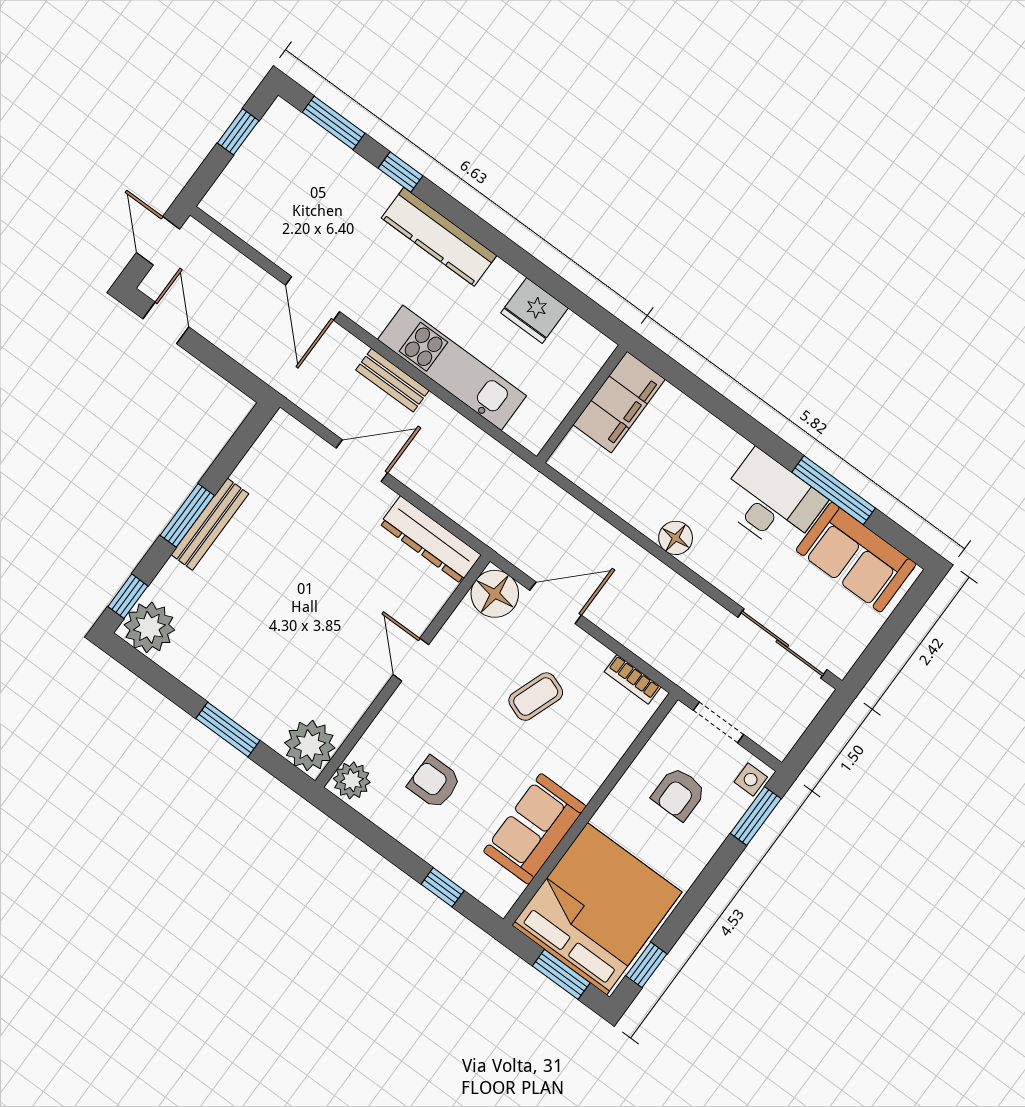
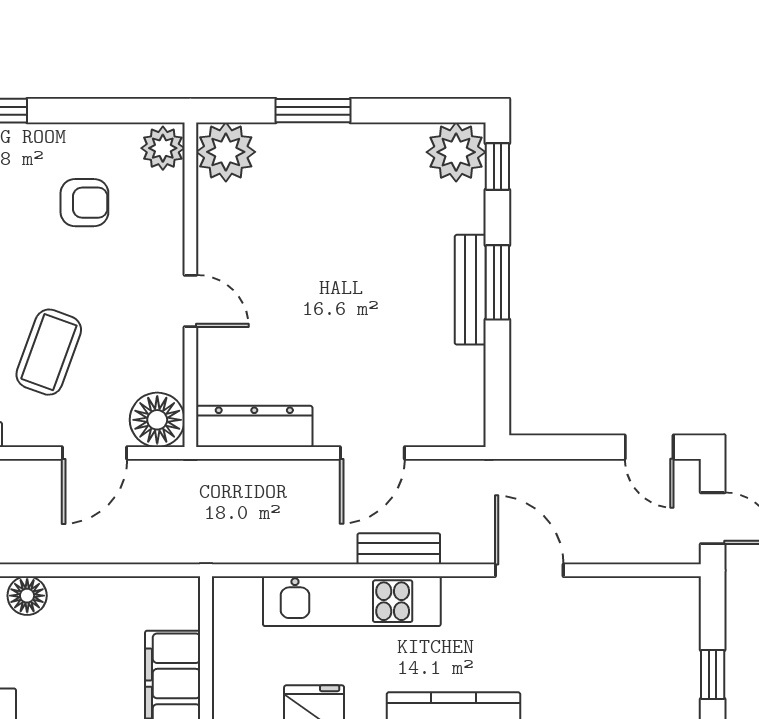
coffee table: (536, 697) -> (49, 352), width x1.36, depth x1.30

